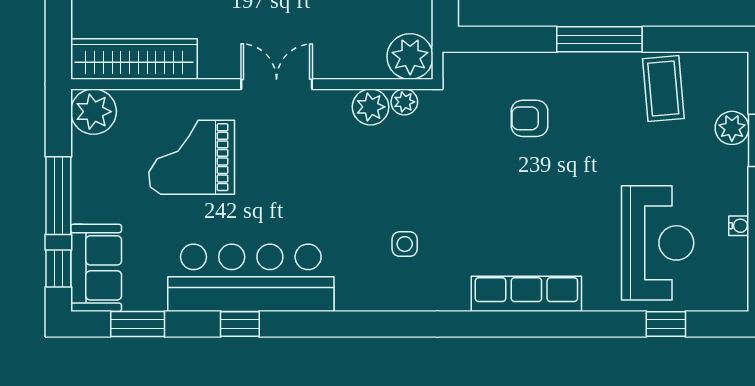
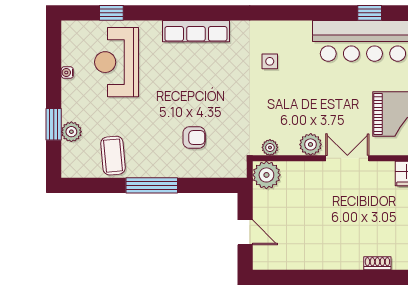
double door: (277, 84) -> (347, 158), swing flipped
plant: (371, 107) -> (311, 144), moved

